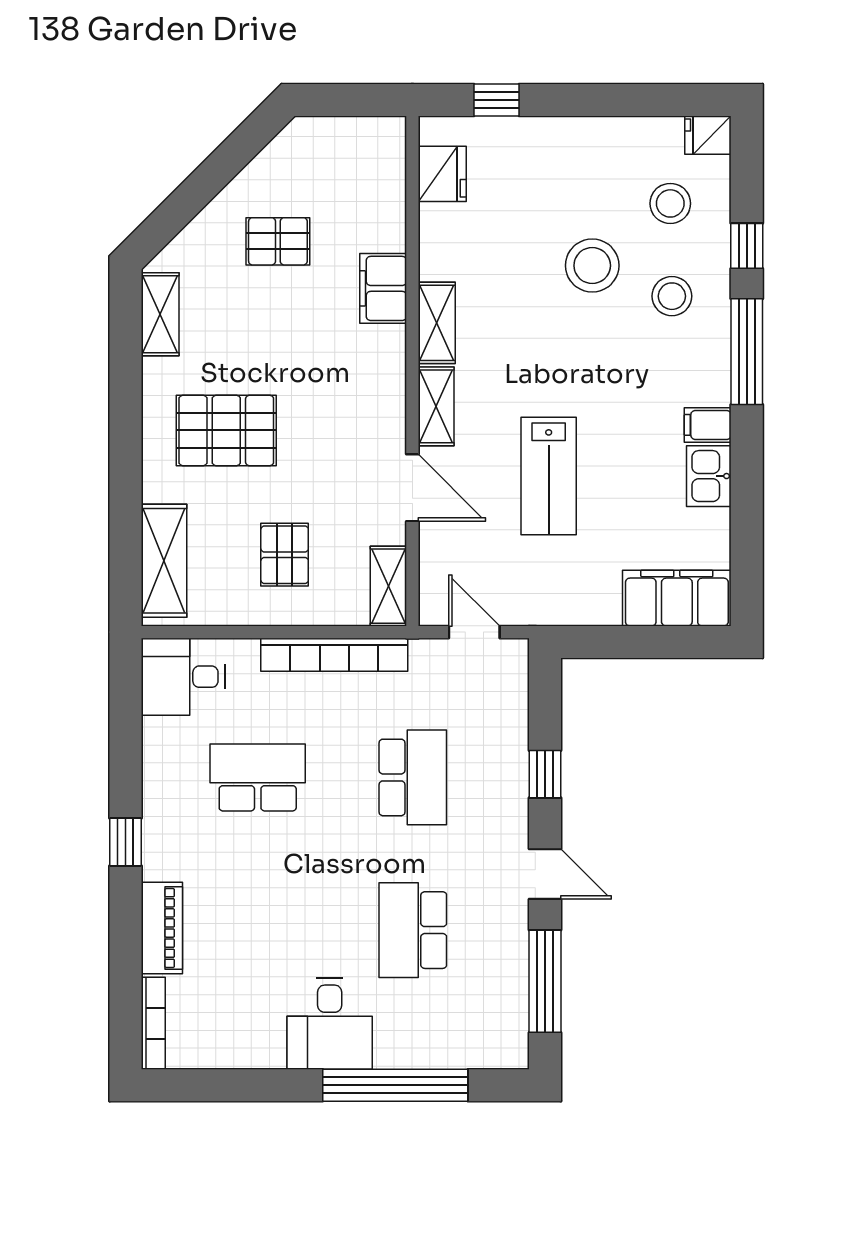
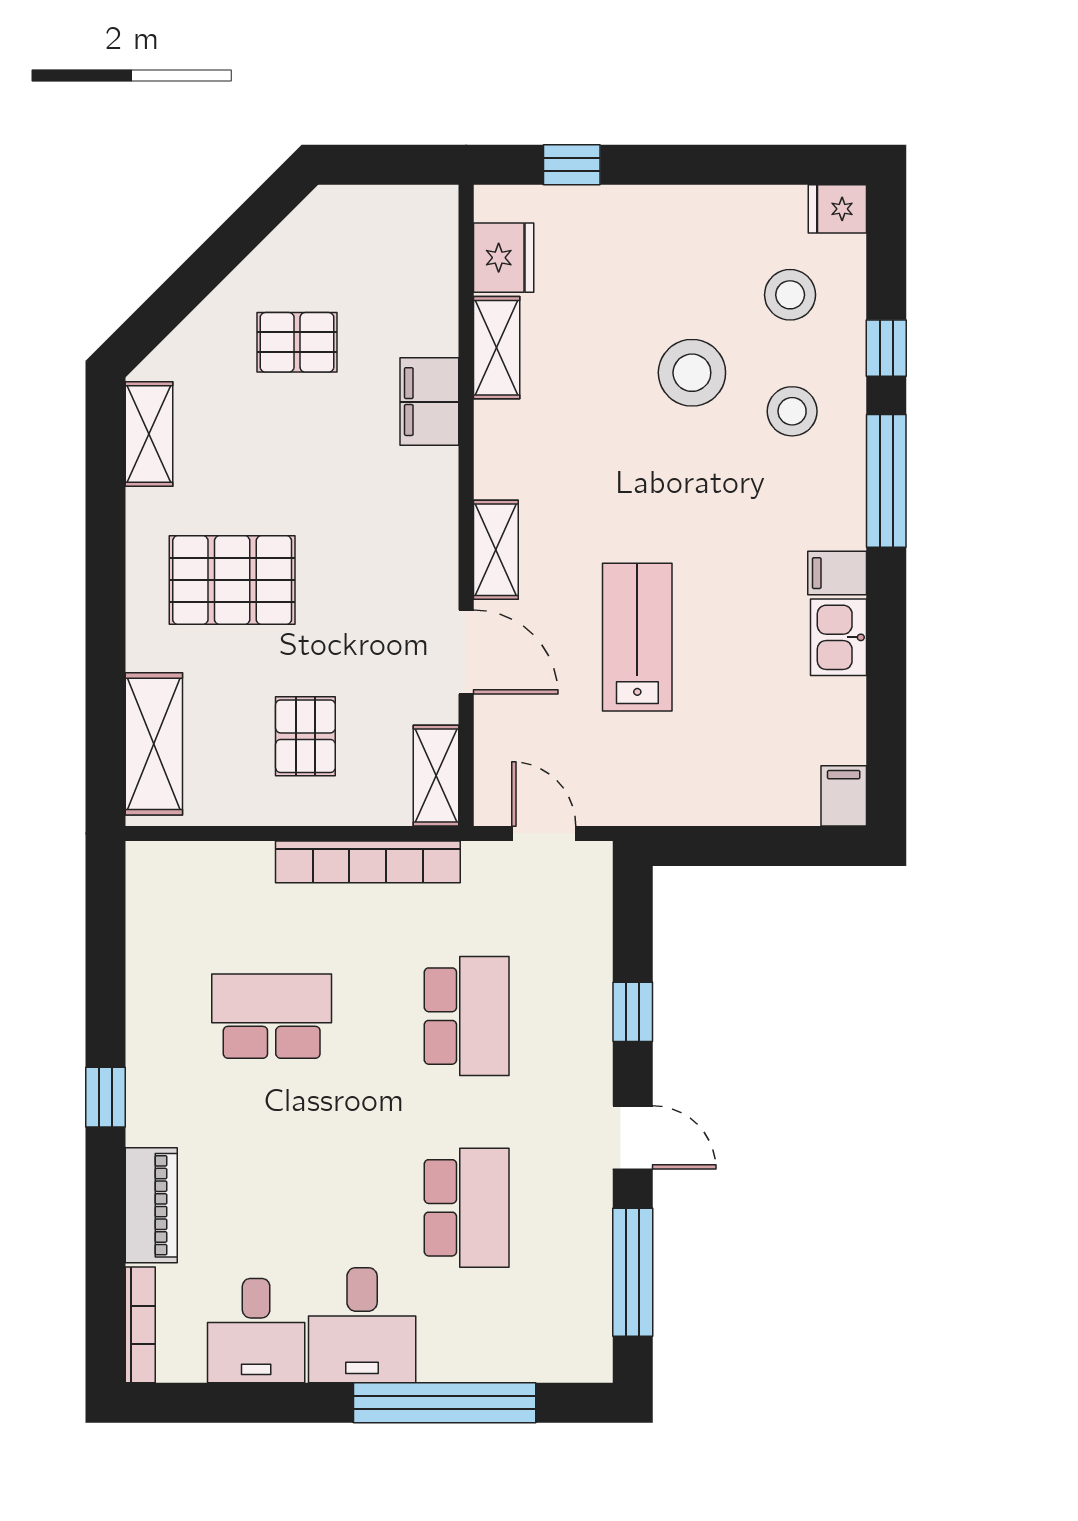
shelving: (437, 323) -> (497, 348), moved
lab bench: (549, 476) -> (637, 637), turned 180
filing cabinet: (677, 598) -> (844, 796), width x0.33, depth x0.86
desk: (183, 677) -> (256, 1331), moved, turned -90
school desk: (413, 930) -> (467, 1208), turned 180

